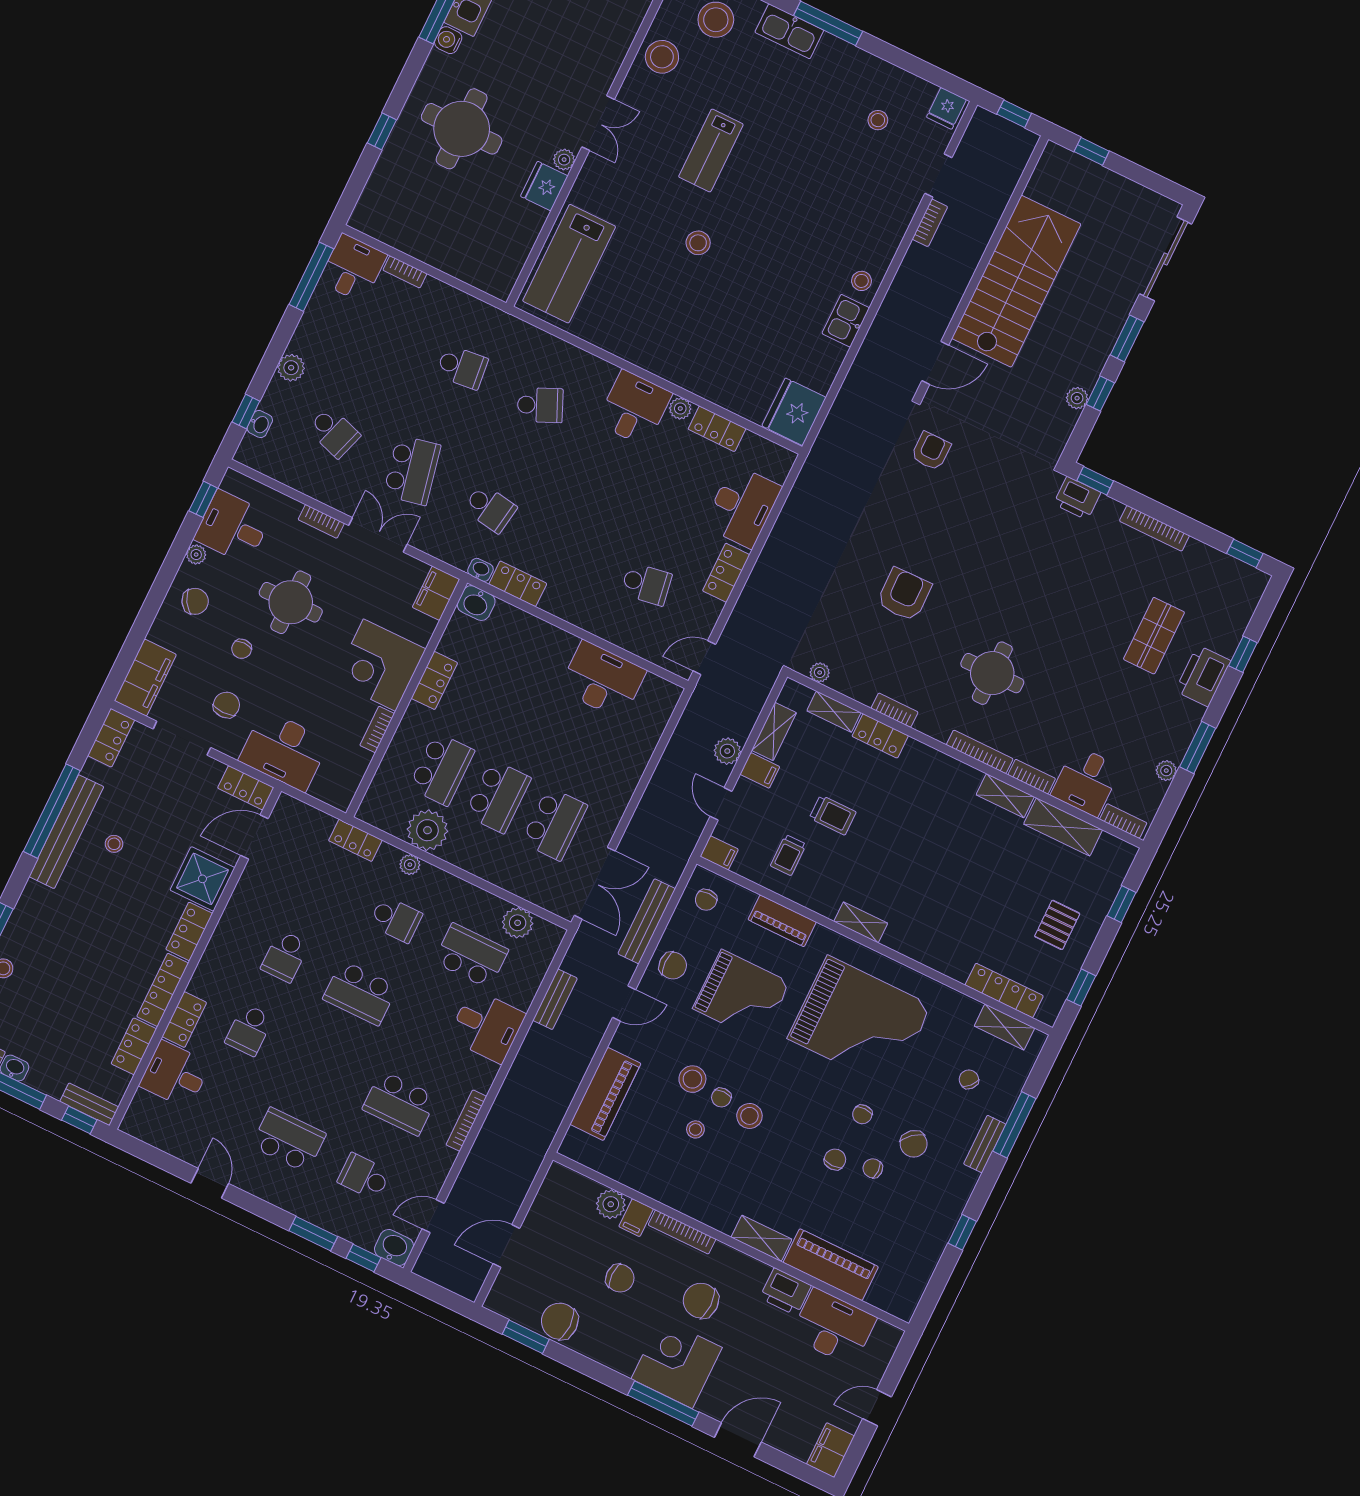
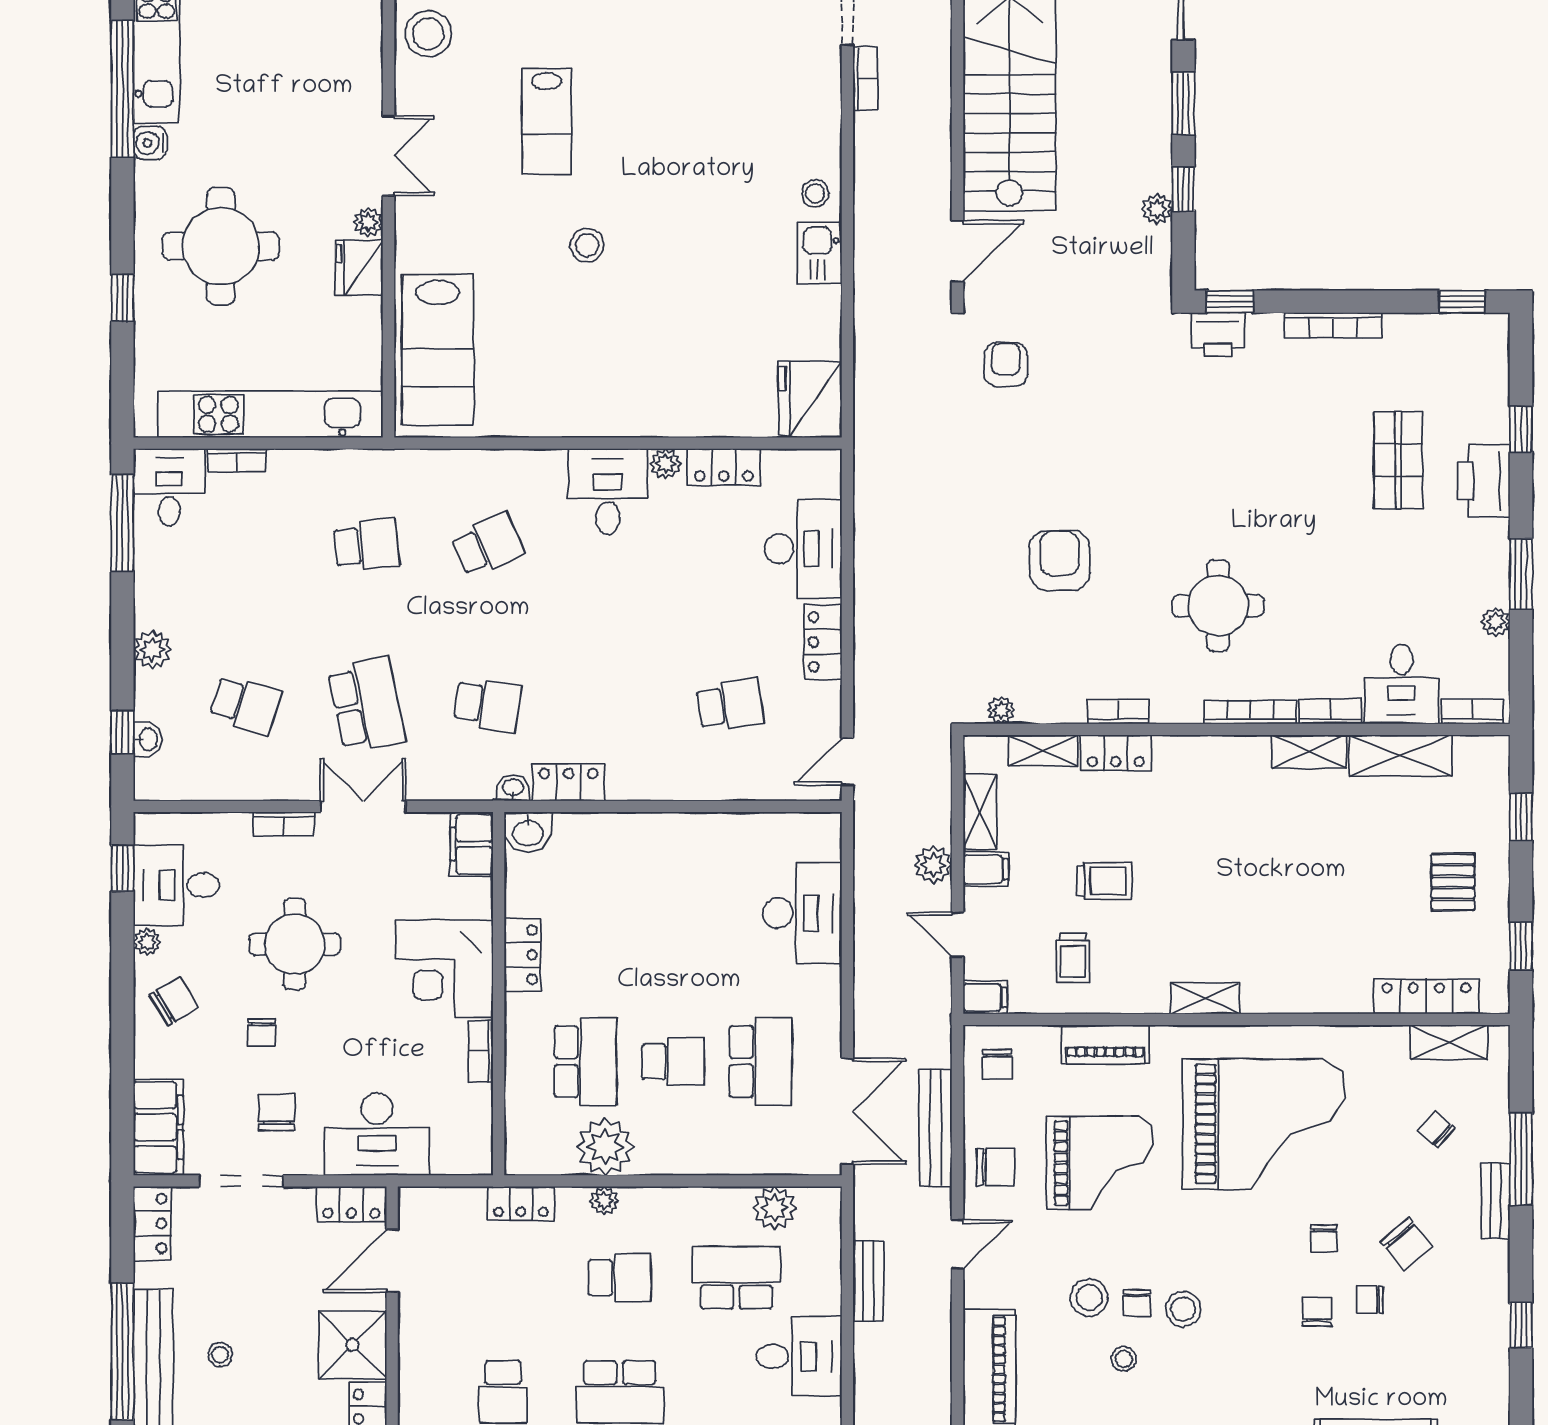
kitchen unit: (441, 253) -> (270, 414), added
desk: (602, 680) -> (802, 913), moved, turned 90
school desk: (498, 796) -> (673, 1062), width x0.54

